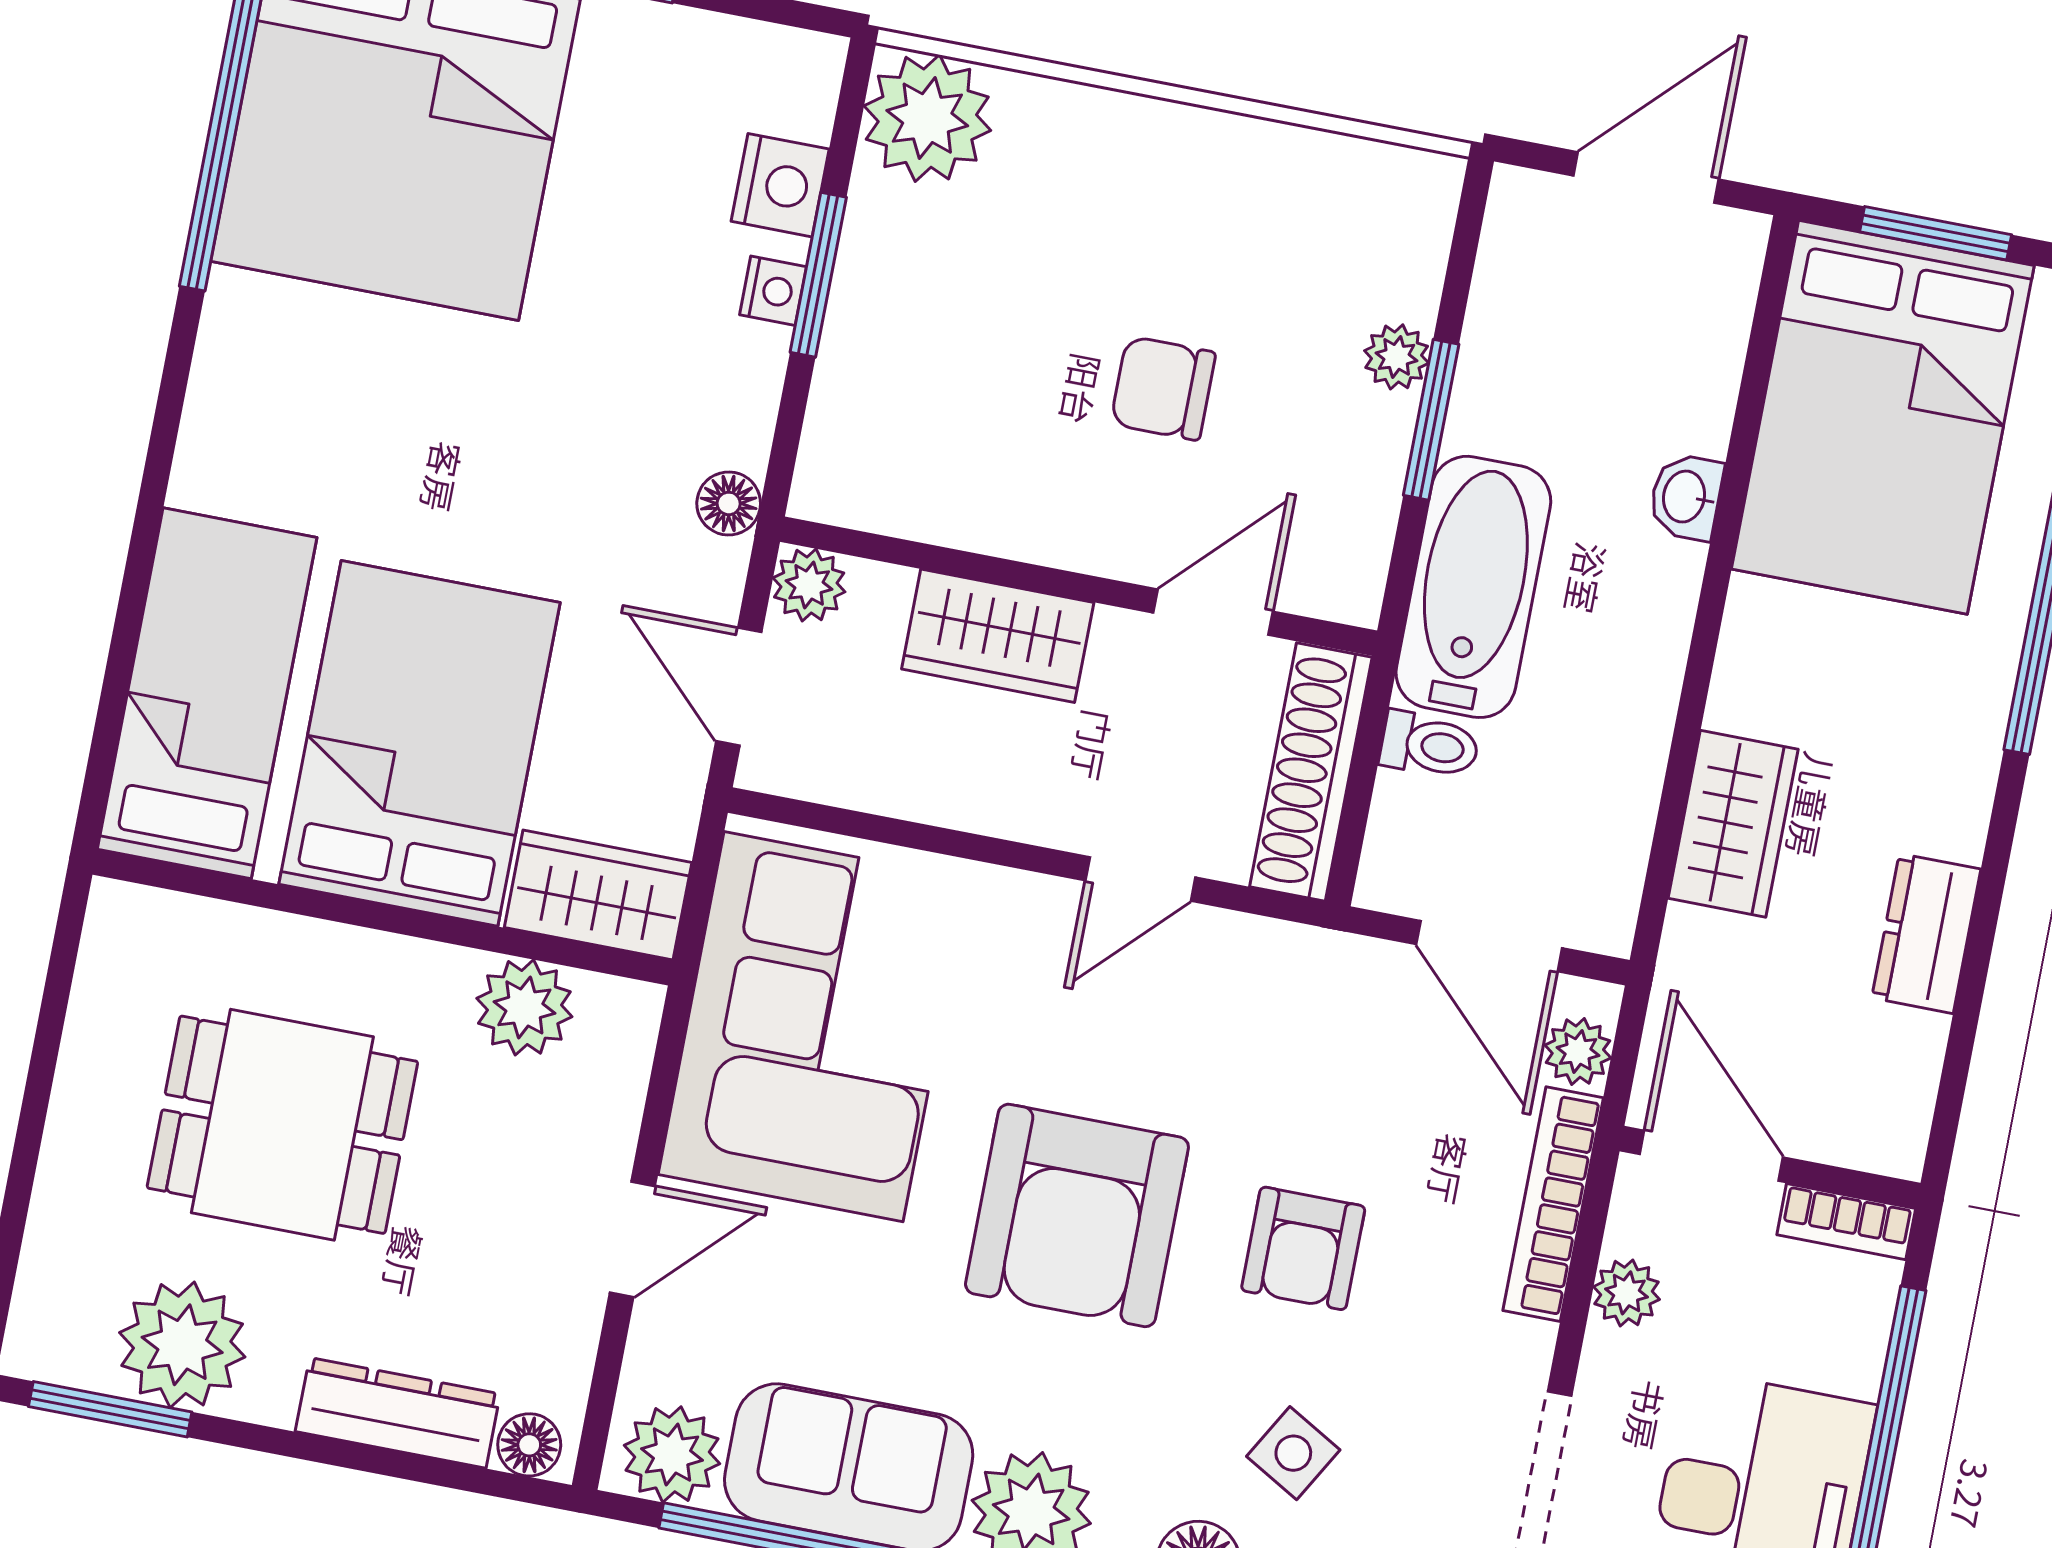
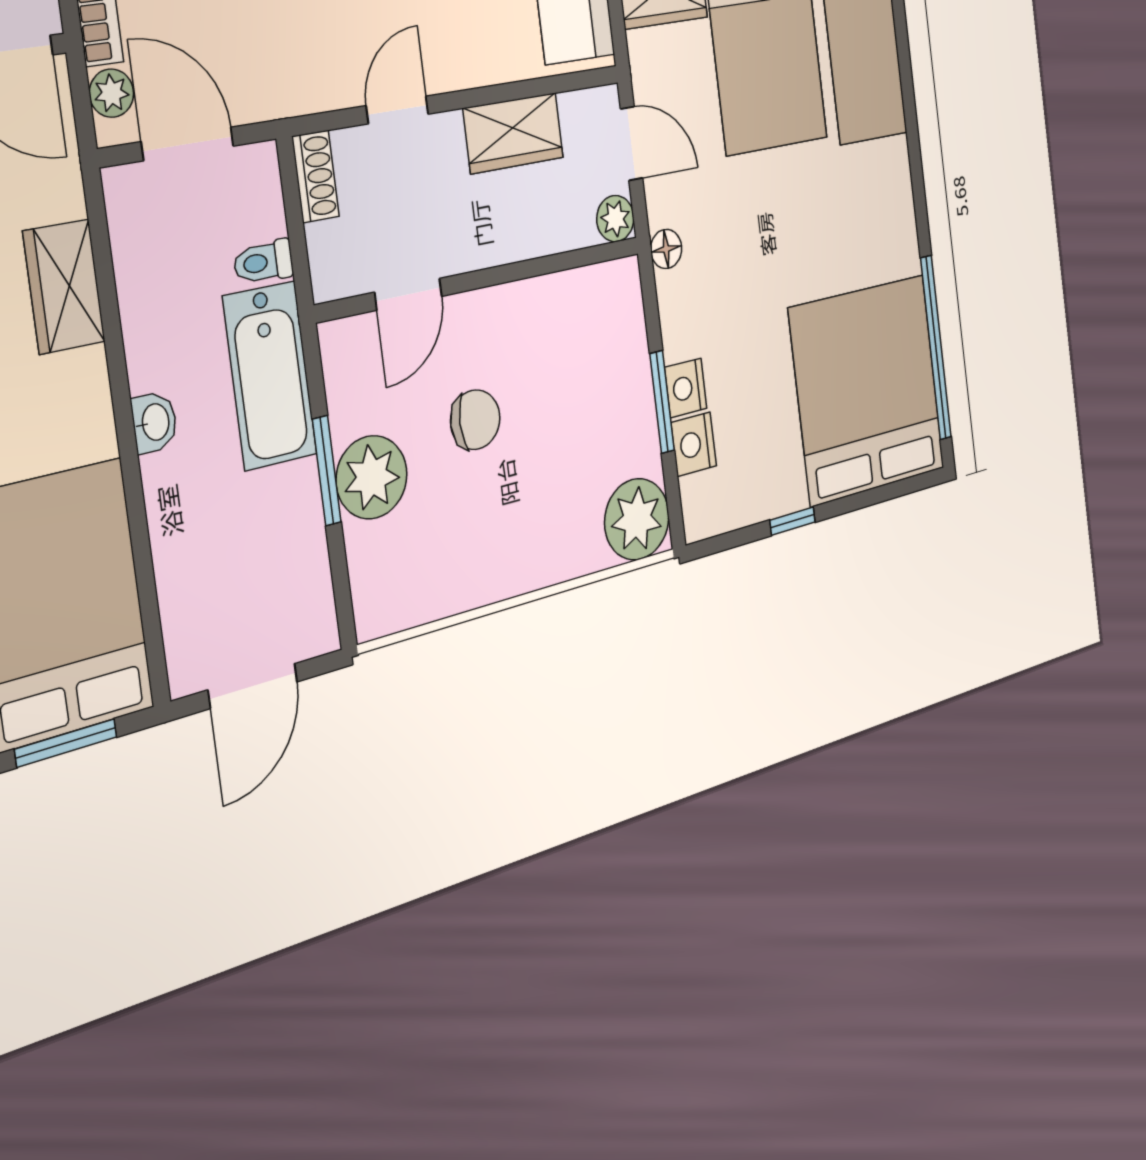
nightstand: (773, 291) -> (686, 388), width x1.39, depth x1.35
plant: (1397, 357) -> (372, 477), width x1.87, depth x1.87
washbasin: (1686, 497) -> (154, 422), moved
wardrobe: (998, 636) -> (513, 133), moved, turned 180
shoe rack: (1311, 772) -> (316, 176), width x0.51, depth x0.81

